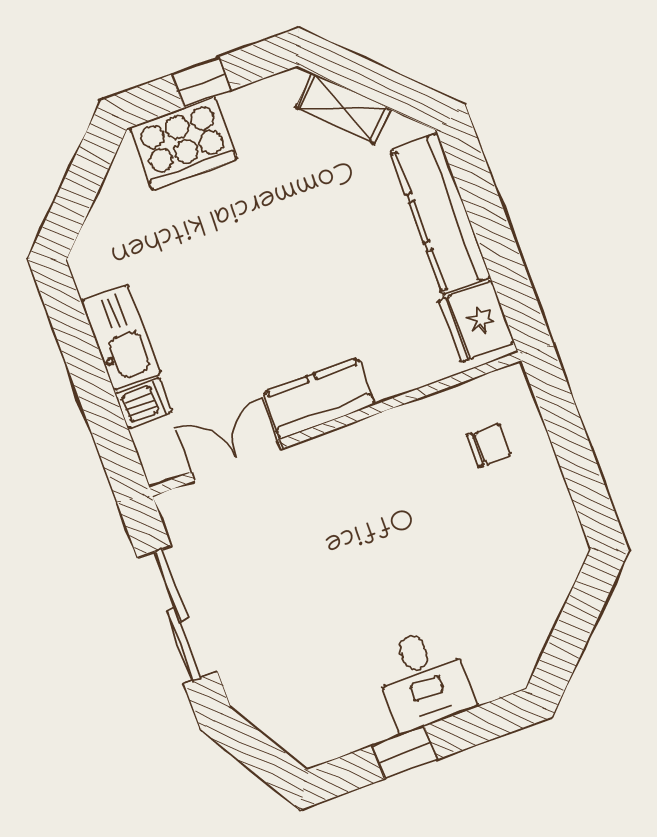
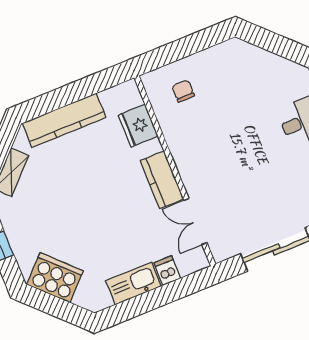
cooker: (183, 143) -> (55, 278), moved, turned -45
fridge: (477, 321) -> (138, 126), moved, turned 90

